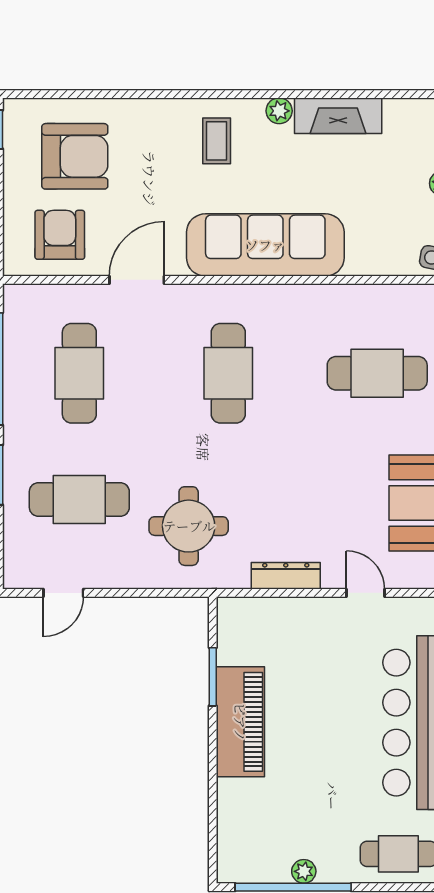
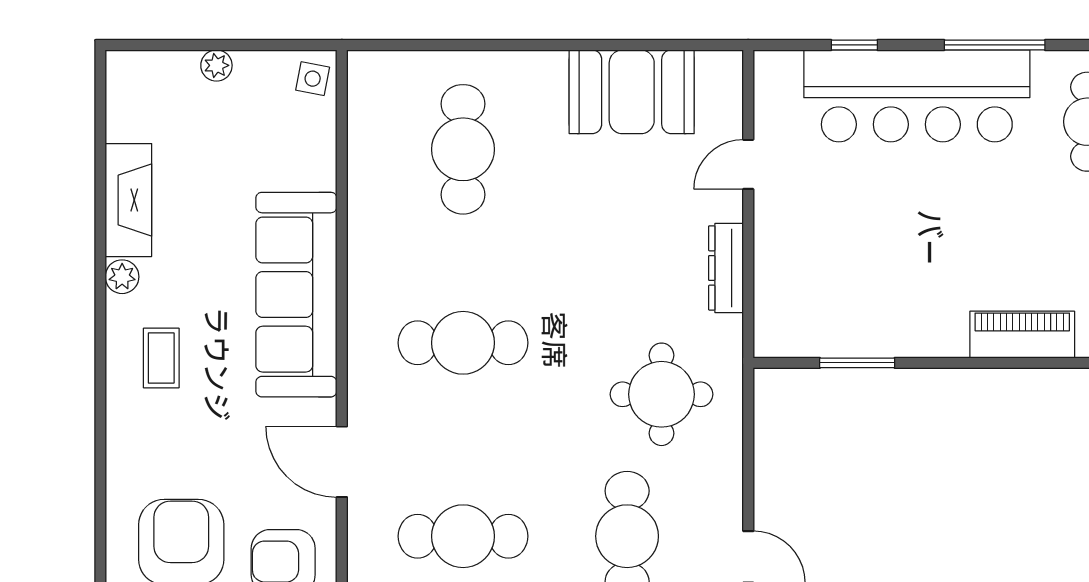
coffee table: (217, 141) -> (161, 358), turned 90
piano: (240, 722) -> (1022, 335), moved, width x0.73, depth x0.75

